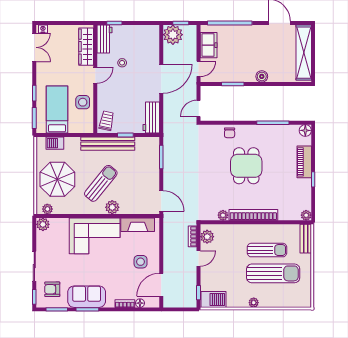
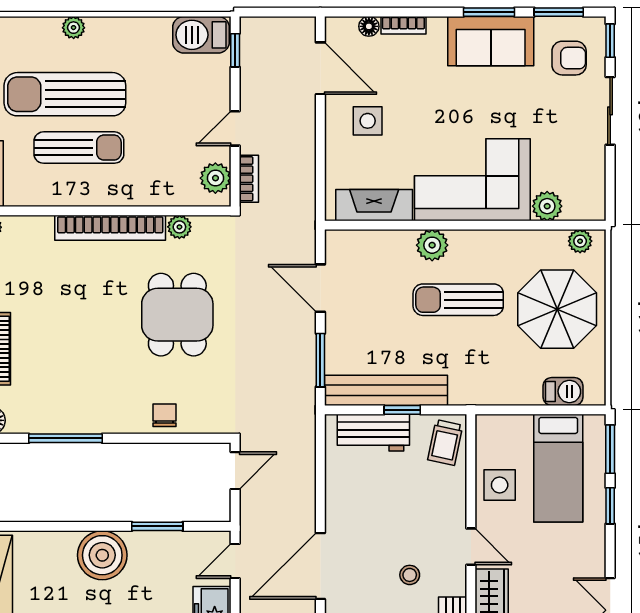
door: (95, 75) -> (471, 547), swing flipped
boiler: (262, 76) -> (102, 555), width x1.86, depth x1.86
door: (161, 79) -> (320, 566), moved
workbench: (151, 117) -> (373, 433), moved, turned 90
bench: (108, 144) -> (386, 390), moved
dining table: (246, 166) -> (177, 315), moved
sun lounger: (101, 183) -> (458, 300), turned 51
door: (161, 201) -> (320, 288), moved
plant: (43, 224) -> (547, 206), moved
sun lounger: (267, 250) -> (79, 148), turned 180
door: (161, 285) -> (320, 68), hinge flipped
plant: (254, 303) -> (74, 28), moved

